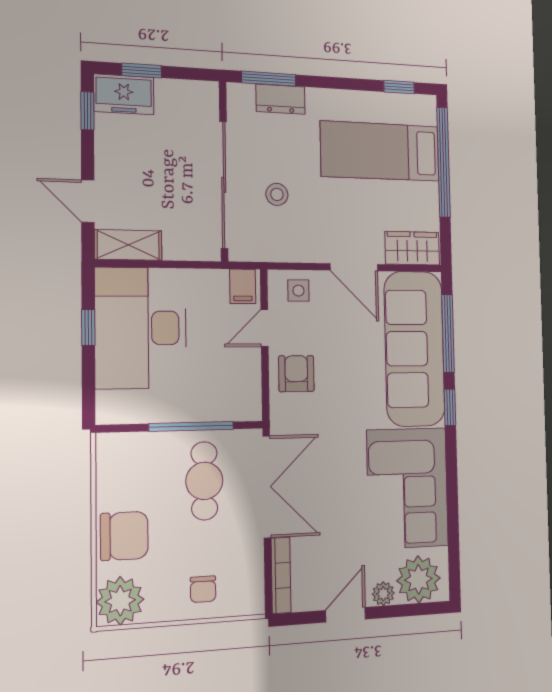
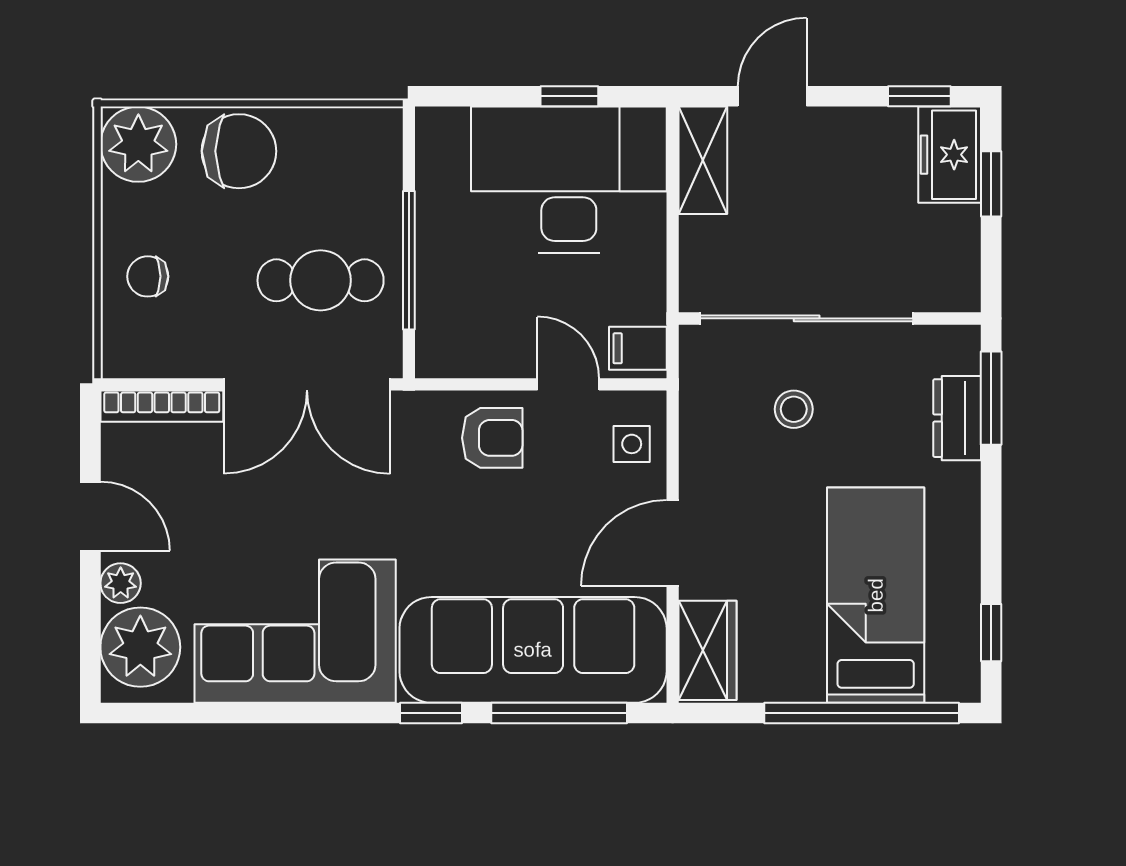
chair: (124, 536) -> (239, 151), turned -90

